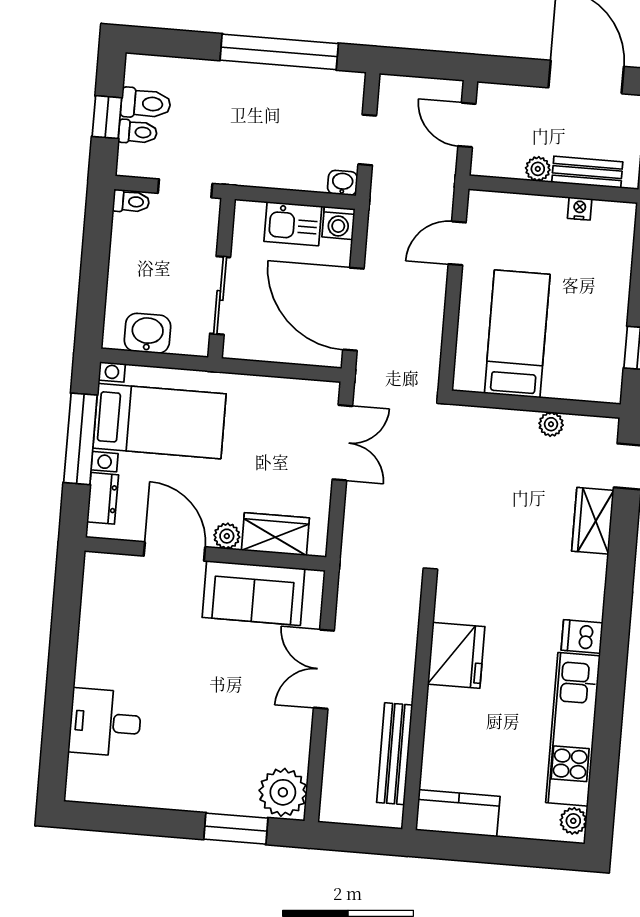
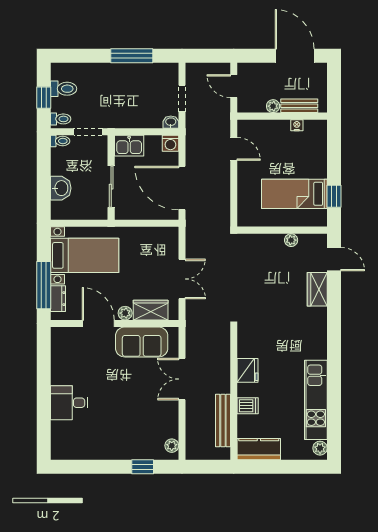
window: (279, 52) -> (132, 56), width x0.68
toilet: (138, 132) -> (61, 119), moved
kitchen sink: (293, 224) -> (129, 146), moved
door: (457, 243) -> (234, 149), swing flipped
washbasin: (147, 333) -> (61, 188), moved, turned 90
bed: (517, 334) -> (294, 194), moved, turned -90
window: (80, 439) -> (44, 285), moved
double door: (342, 443) -> (182, 279), moved
dishwasher: (582, 636) -> (248, 406), moved, turned 180
fridge: (456, 655) -> (248, 370), width x0.73, depth x0.75
desk: (105, 722) -> (69, 403), moved
plant: (283, 792) -> (172, 446), width x0.53, depth x0.53
window: (236, 829) -> (143, 467), width x0.67

